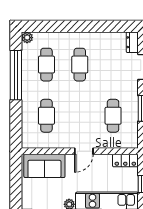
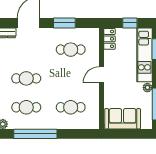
door: (84, 151) -> (101, 75), swing flipped
sofa: (44, 166) -> (123, 119), moved, turned -90

